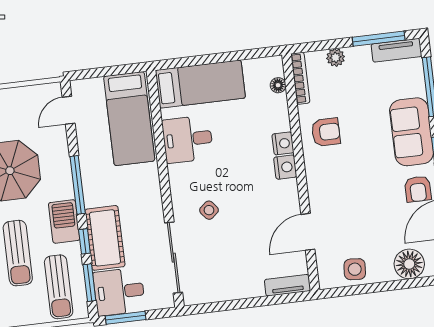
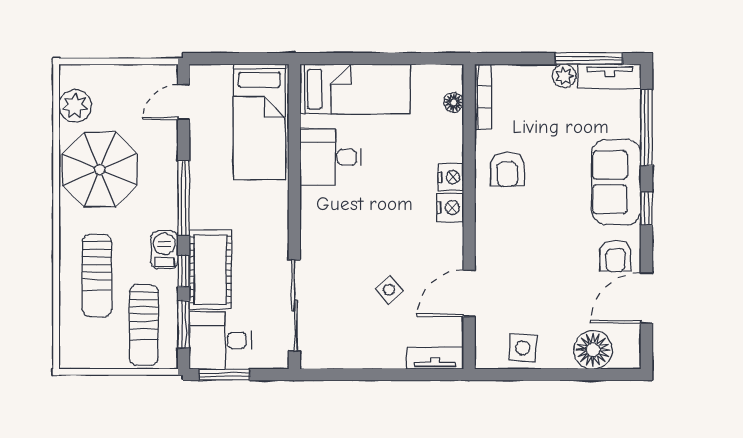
plant: (336, 57) -> (564, 76), moved
armchair: (326, 132) -> (507, 169), turned 90
side table: (209, 210) -> (389, 290), moved
barbecue: (64, 221) -> (164, 250), width x0.73, depth x0.79

